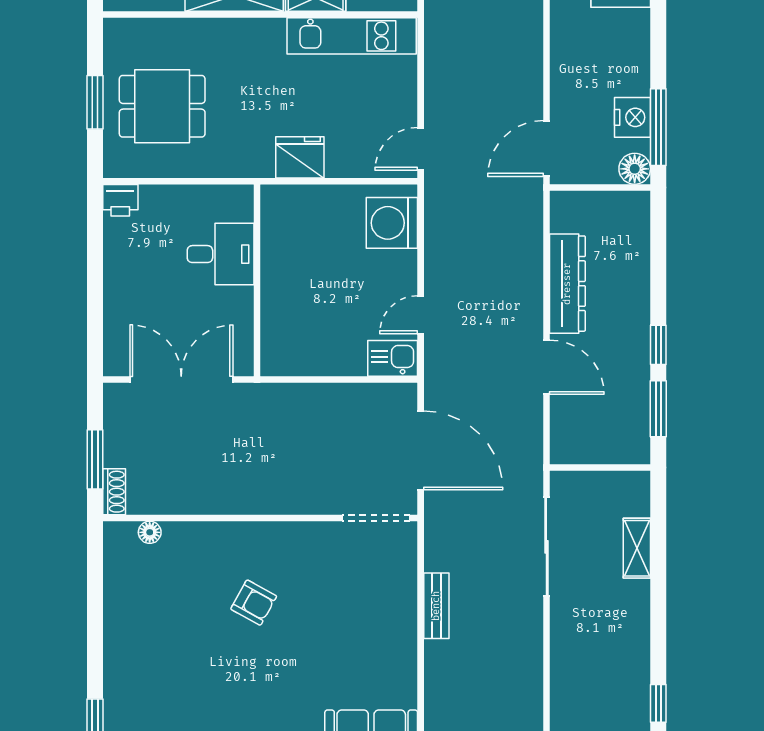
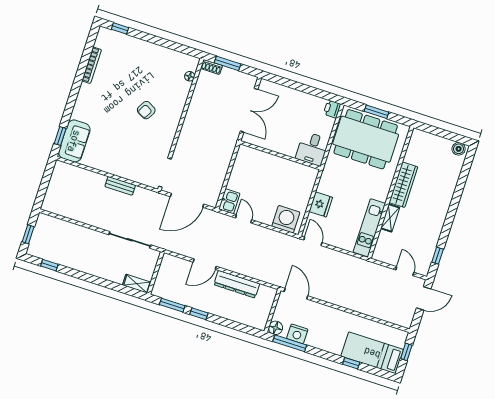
dining table: (162, 106) -> (366, 139), width x1.88, depth x1.24
fridge: (300, 157) -> (321, 204), moved
desk: (221, 254) -> (312, 149), moved
shelving: (637, 548) -> (137, 284), moved

